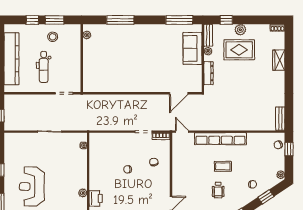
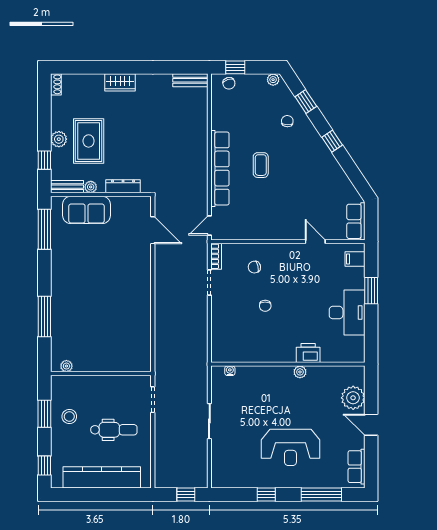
window: (32, 20) -> (44, 465), moved
wardrobe: (279, 60) -> (120, 82), moved
wheelchair: (218, 190) -> (296, 172), removed

